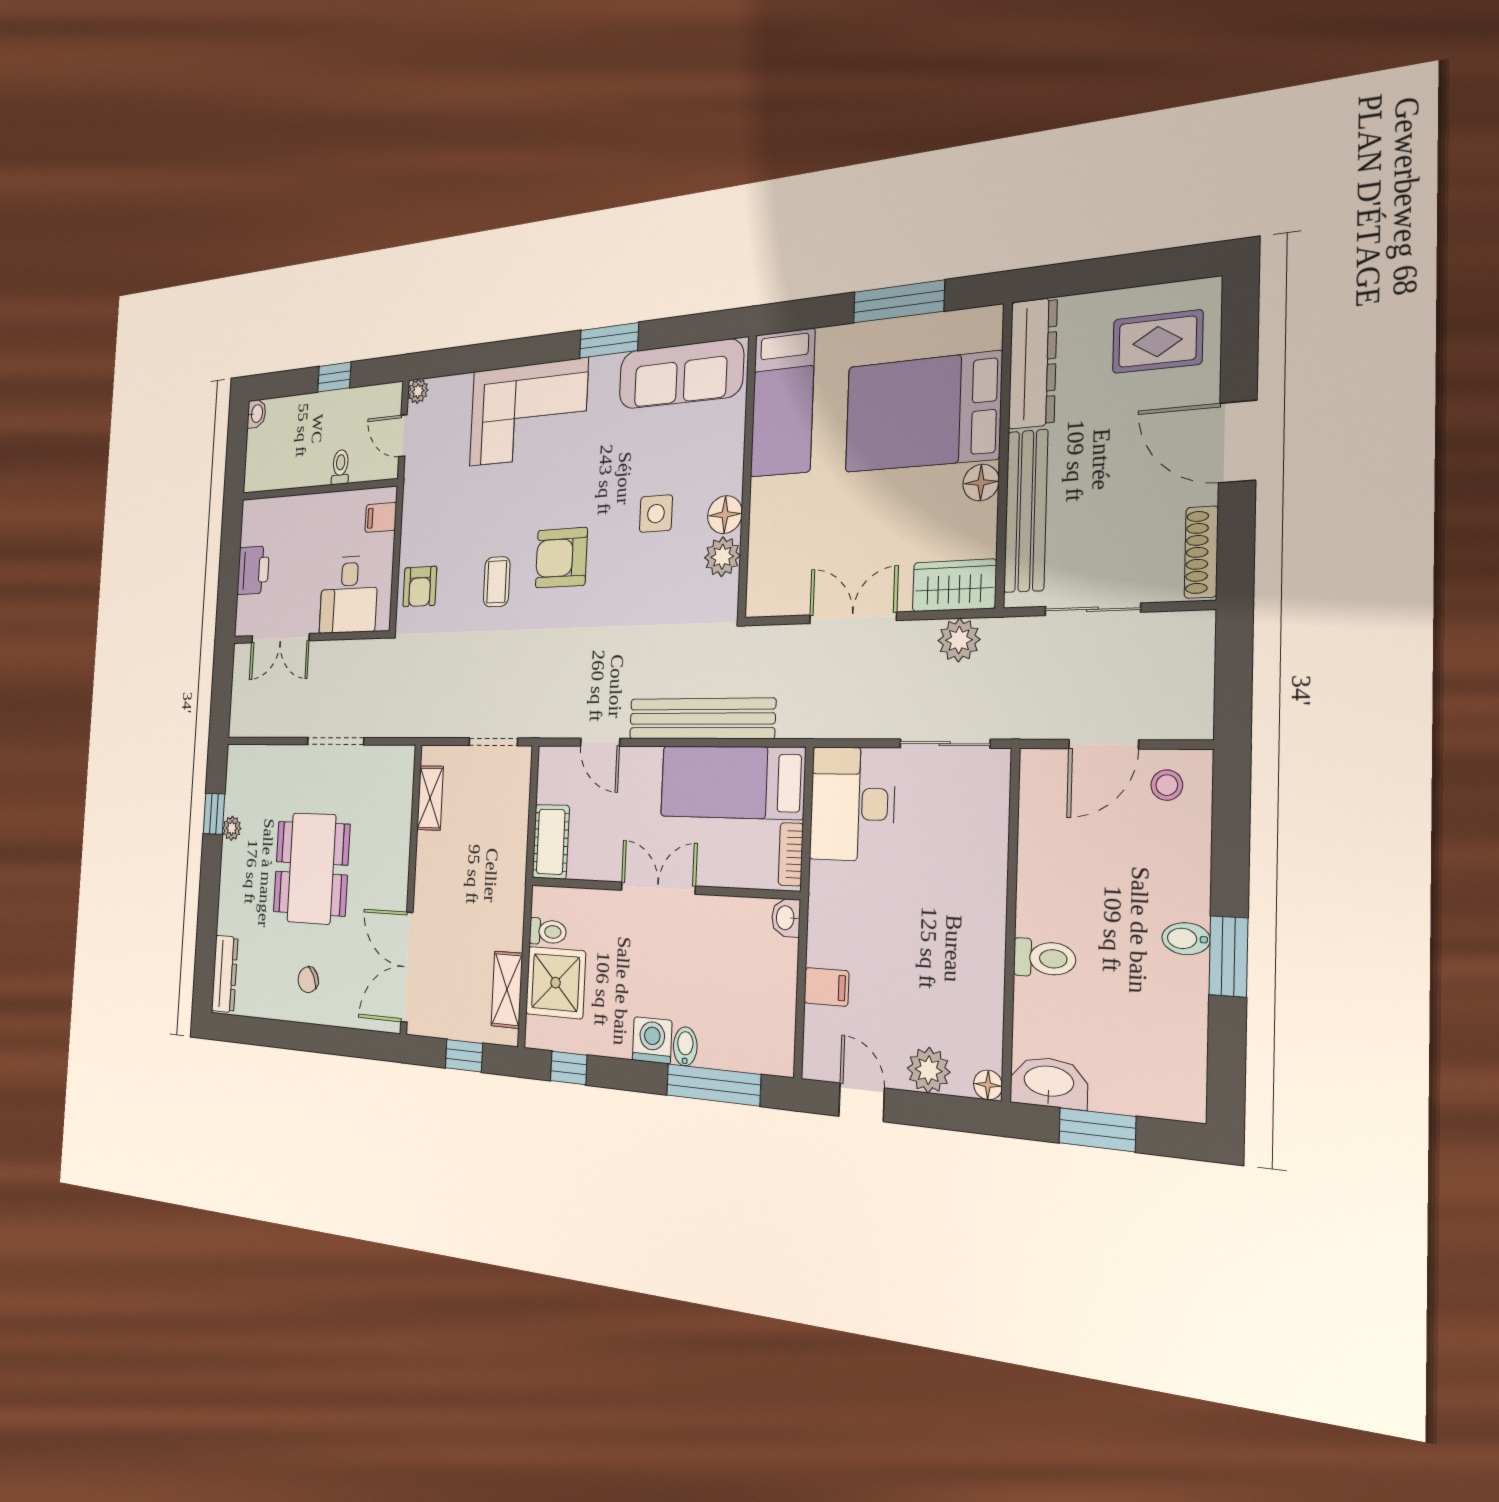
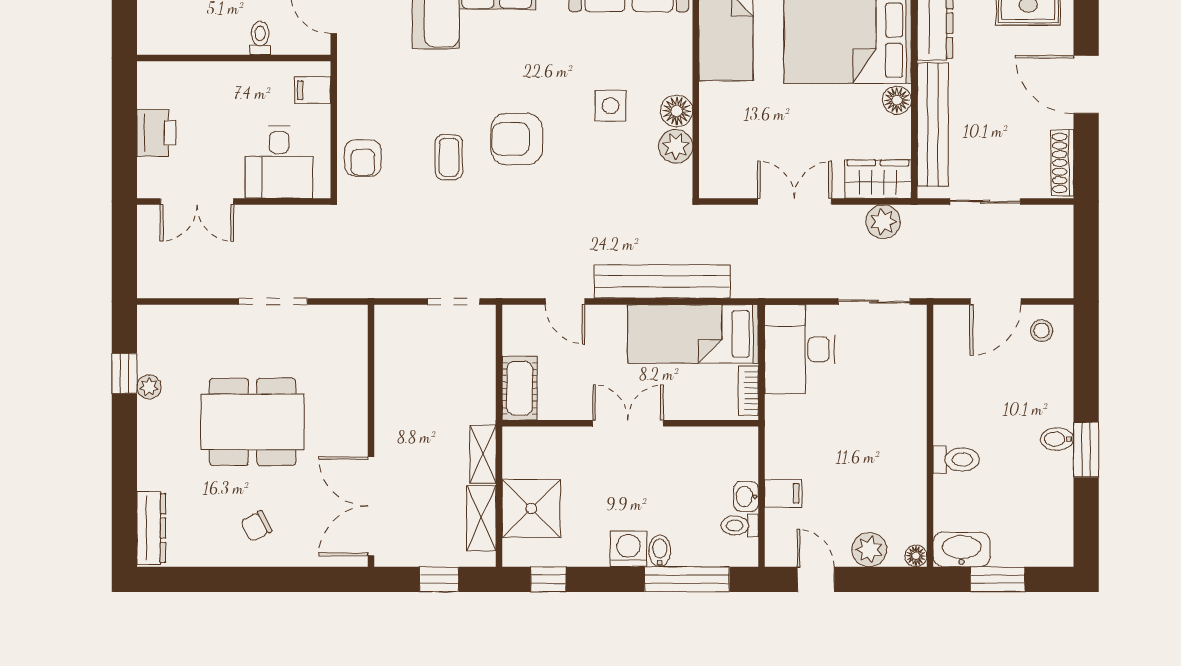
shelving: (430, 798) -> (483, 454), moved
dining table: (311, 868) -> (253, 422), turned 90
washbasin: (786, 918) -> (746, 496), moved
toilet: (548, 932) -> (740, 526), moved, turned 180

